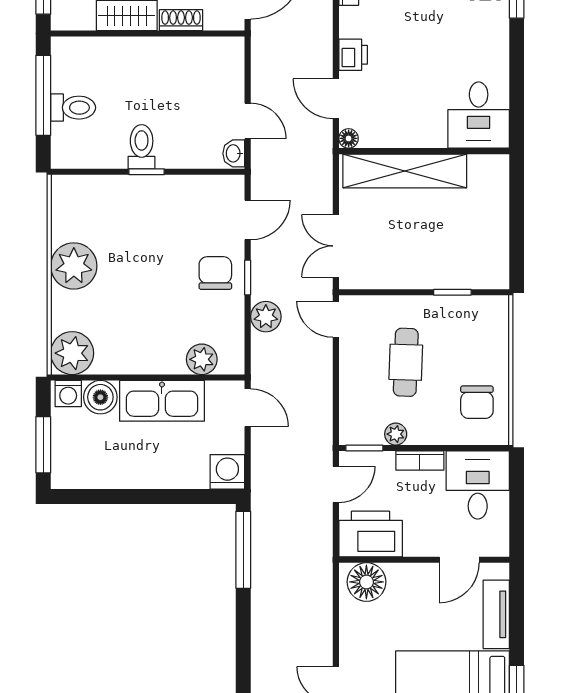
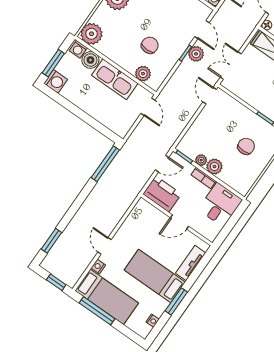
door: (248, 220) -> (202, 30), hinge flipped
chair: (215, 273) -> (150, 45), moved
plant: (266, 317) -> (196, 54), moved
cafe table: (406, 362) -> (226, 134), removed
chair: (477, 402) -> (246, 146), moved, turned 180
plant: (425, 429) -> (214, 167), added
washing machine: (227, 472) -> (56, 81), moved, turned 90
door: (459, 560) -> (180, 222), moved
floor lamp: (366, 582) -> (147, 212), removed

